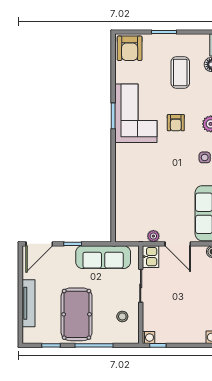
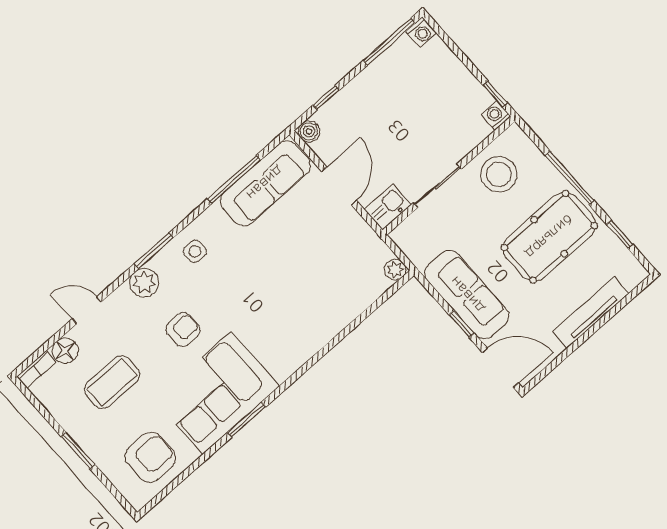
armchair: (130, 48) -> (150, 457), moved
plant: (153, 236) -> (395, 270), moved
sofa: (103, 257) -> (467, 295), moved
stool: (122, 316) -> (499, 174), width x1.89, depth x1.89

